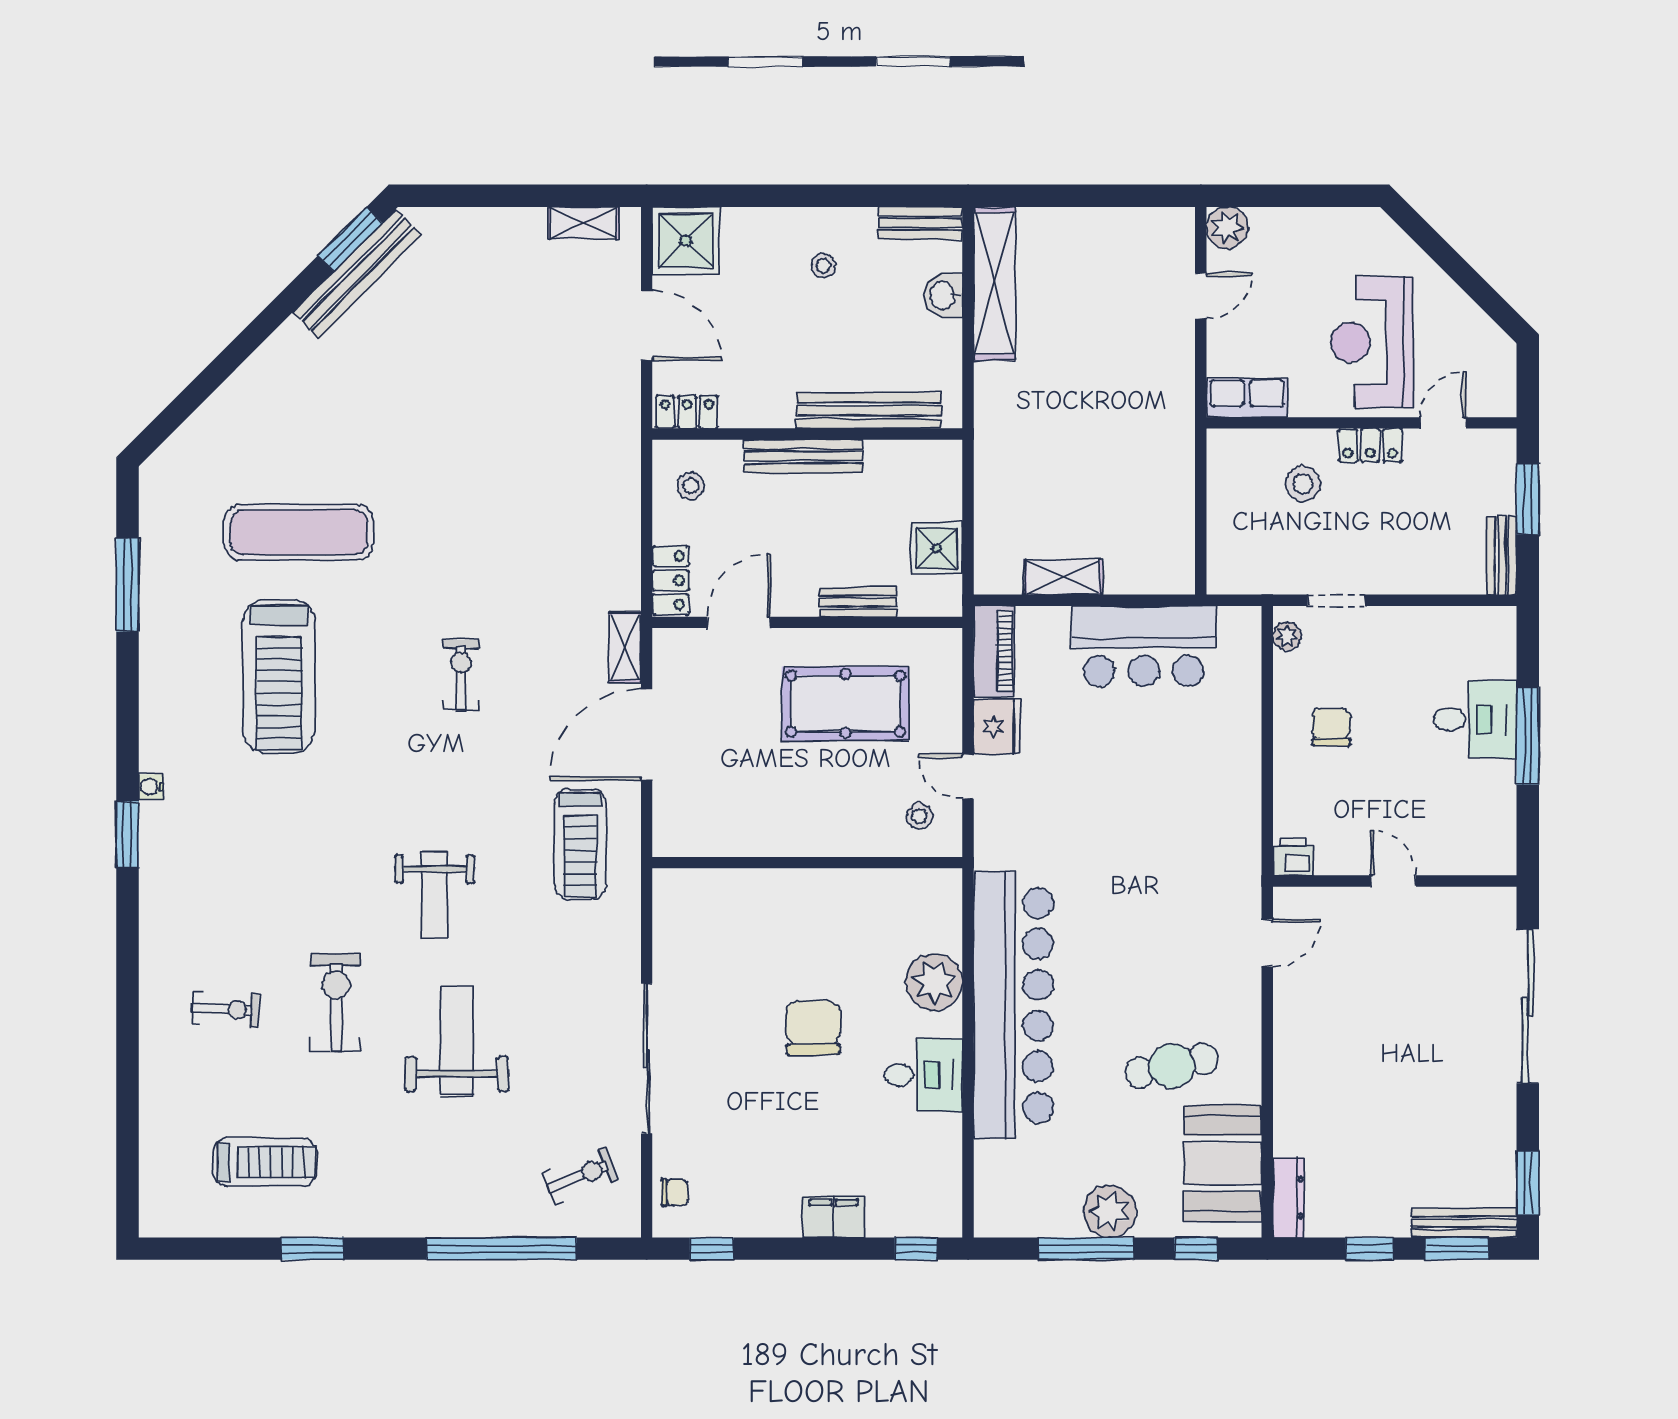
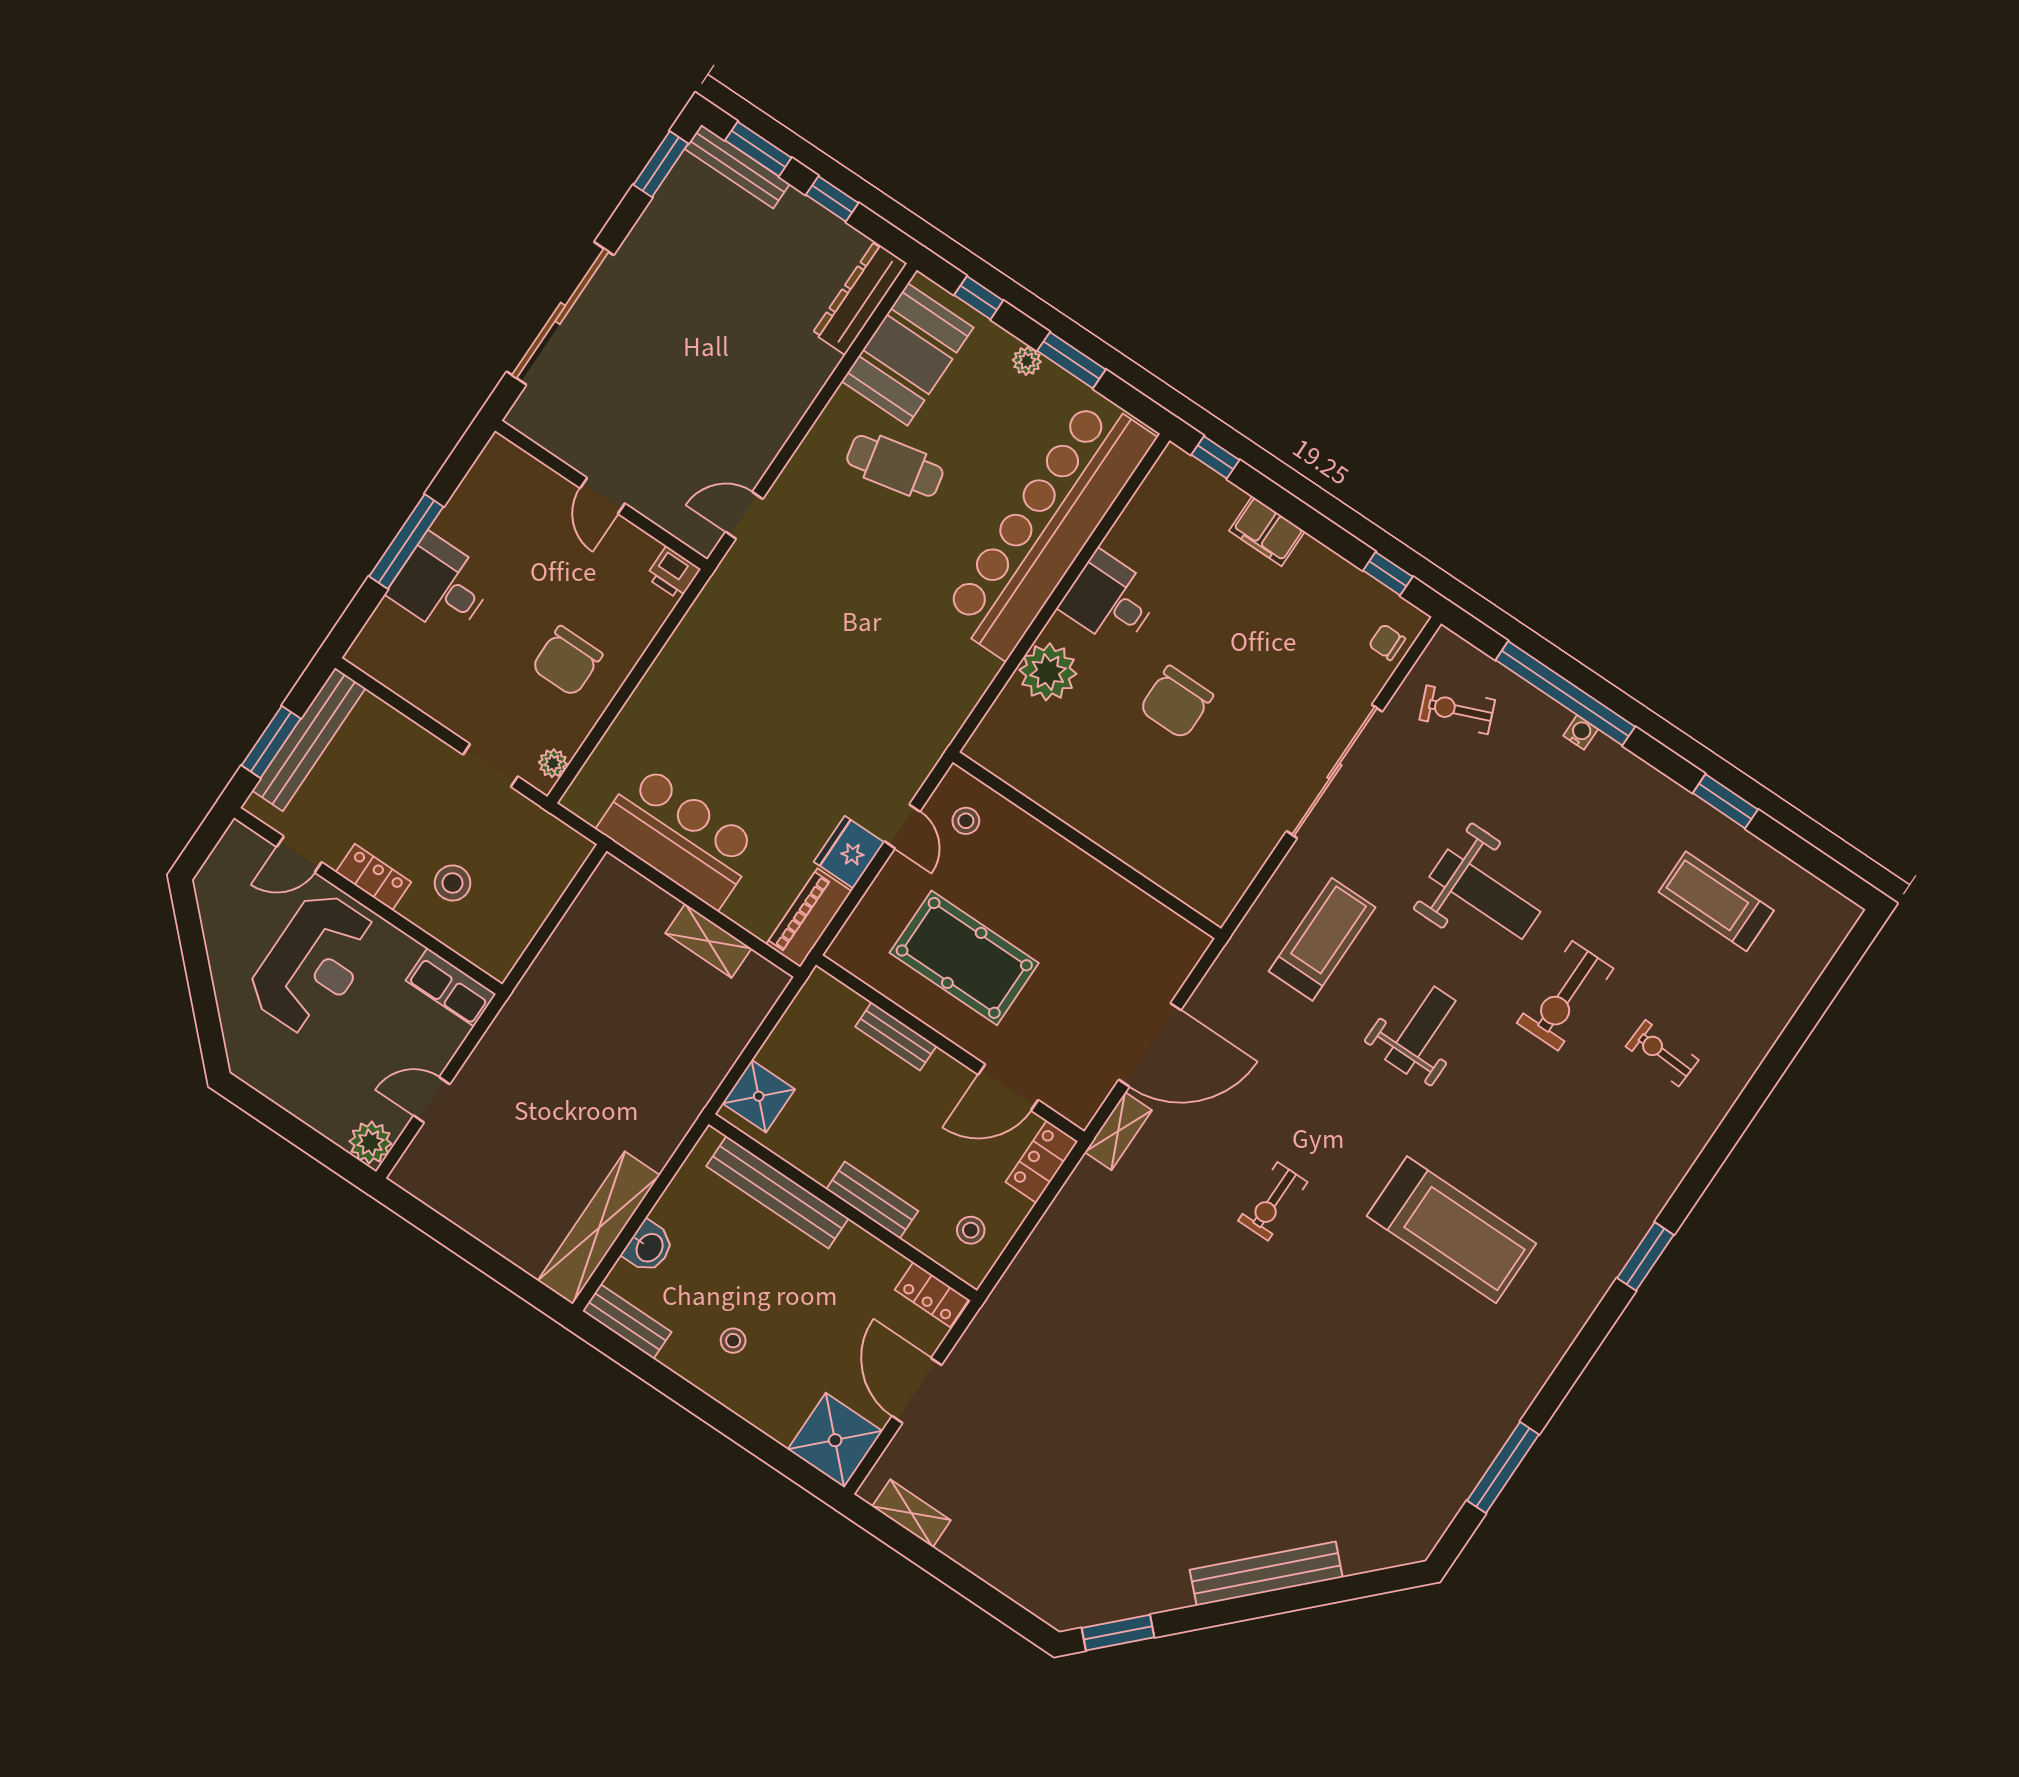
bench: (357, 274) -> (1266, 1574), moved
bench: (803, 456) -> (872, 1200), width x0.73
exercise mat: (299, 532) -> (1328, 1414), removed
shower: (937, 548) -> (759, 1096), moved
bench: (1502, 556) -> (309, 739), width x1.86, depth x1.21
treadmill: (279, 676) -> (1451, 1230), moved, turned 90
chair: (1331, 727) -> (567, 661), width x1.37, depth x1.37
water cooler: (151, 787) -> (1581, 732), moved, turned -90
treadmill: (580, 844) -> (1322, 939), moved
bar counter: (1013, 1005) -> (1048, 527), moved
weight bench: (457, 1041) -> (1485, 894), turned -90
dresser: (1288, 1198) -> (860, 298), width x1.37, depth x1.24
plant: (1110, 1211) -> (1027, 361), width x0.53, depth x0.53
window: (1086, 1249) -> (1071, 360), width x0.69

